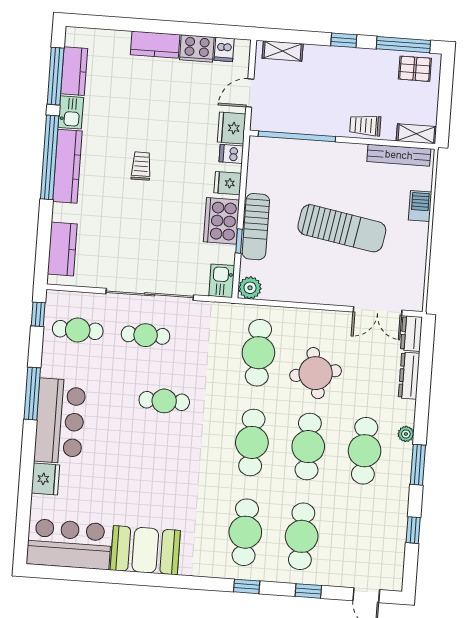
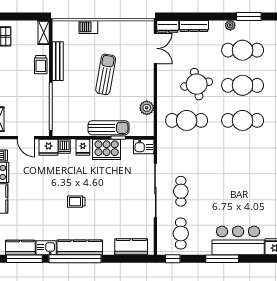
bench: (399, 155) -> (58, 61), moved
sun lounger: (342, 228) -> (106, 74), width x0.73, depth x0.75
plant: (250, 288) -> (147, 108), moved
cafe table: (164, 401) -> (221, 177), removed

